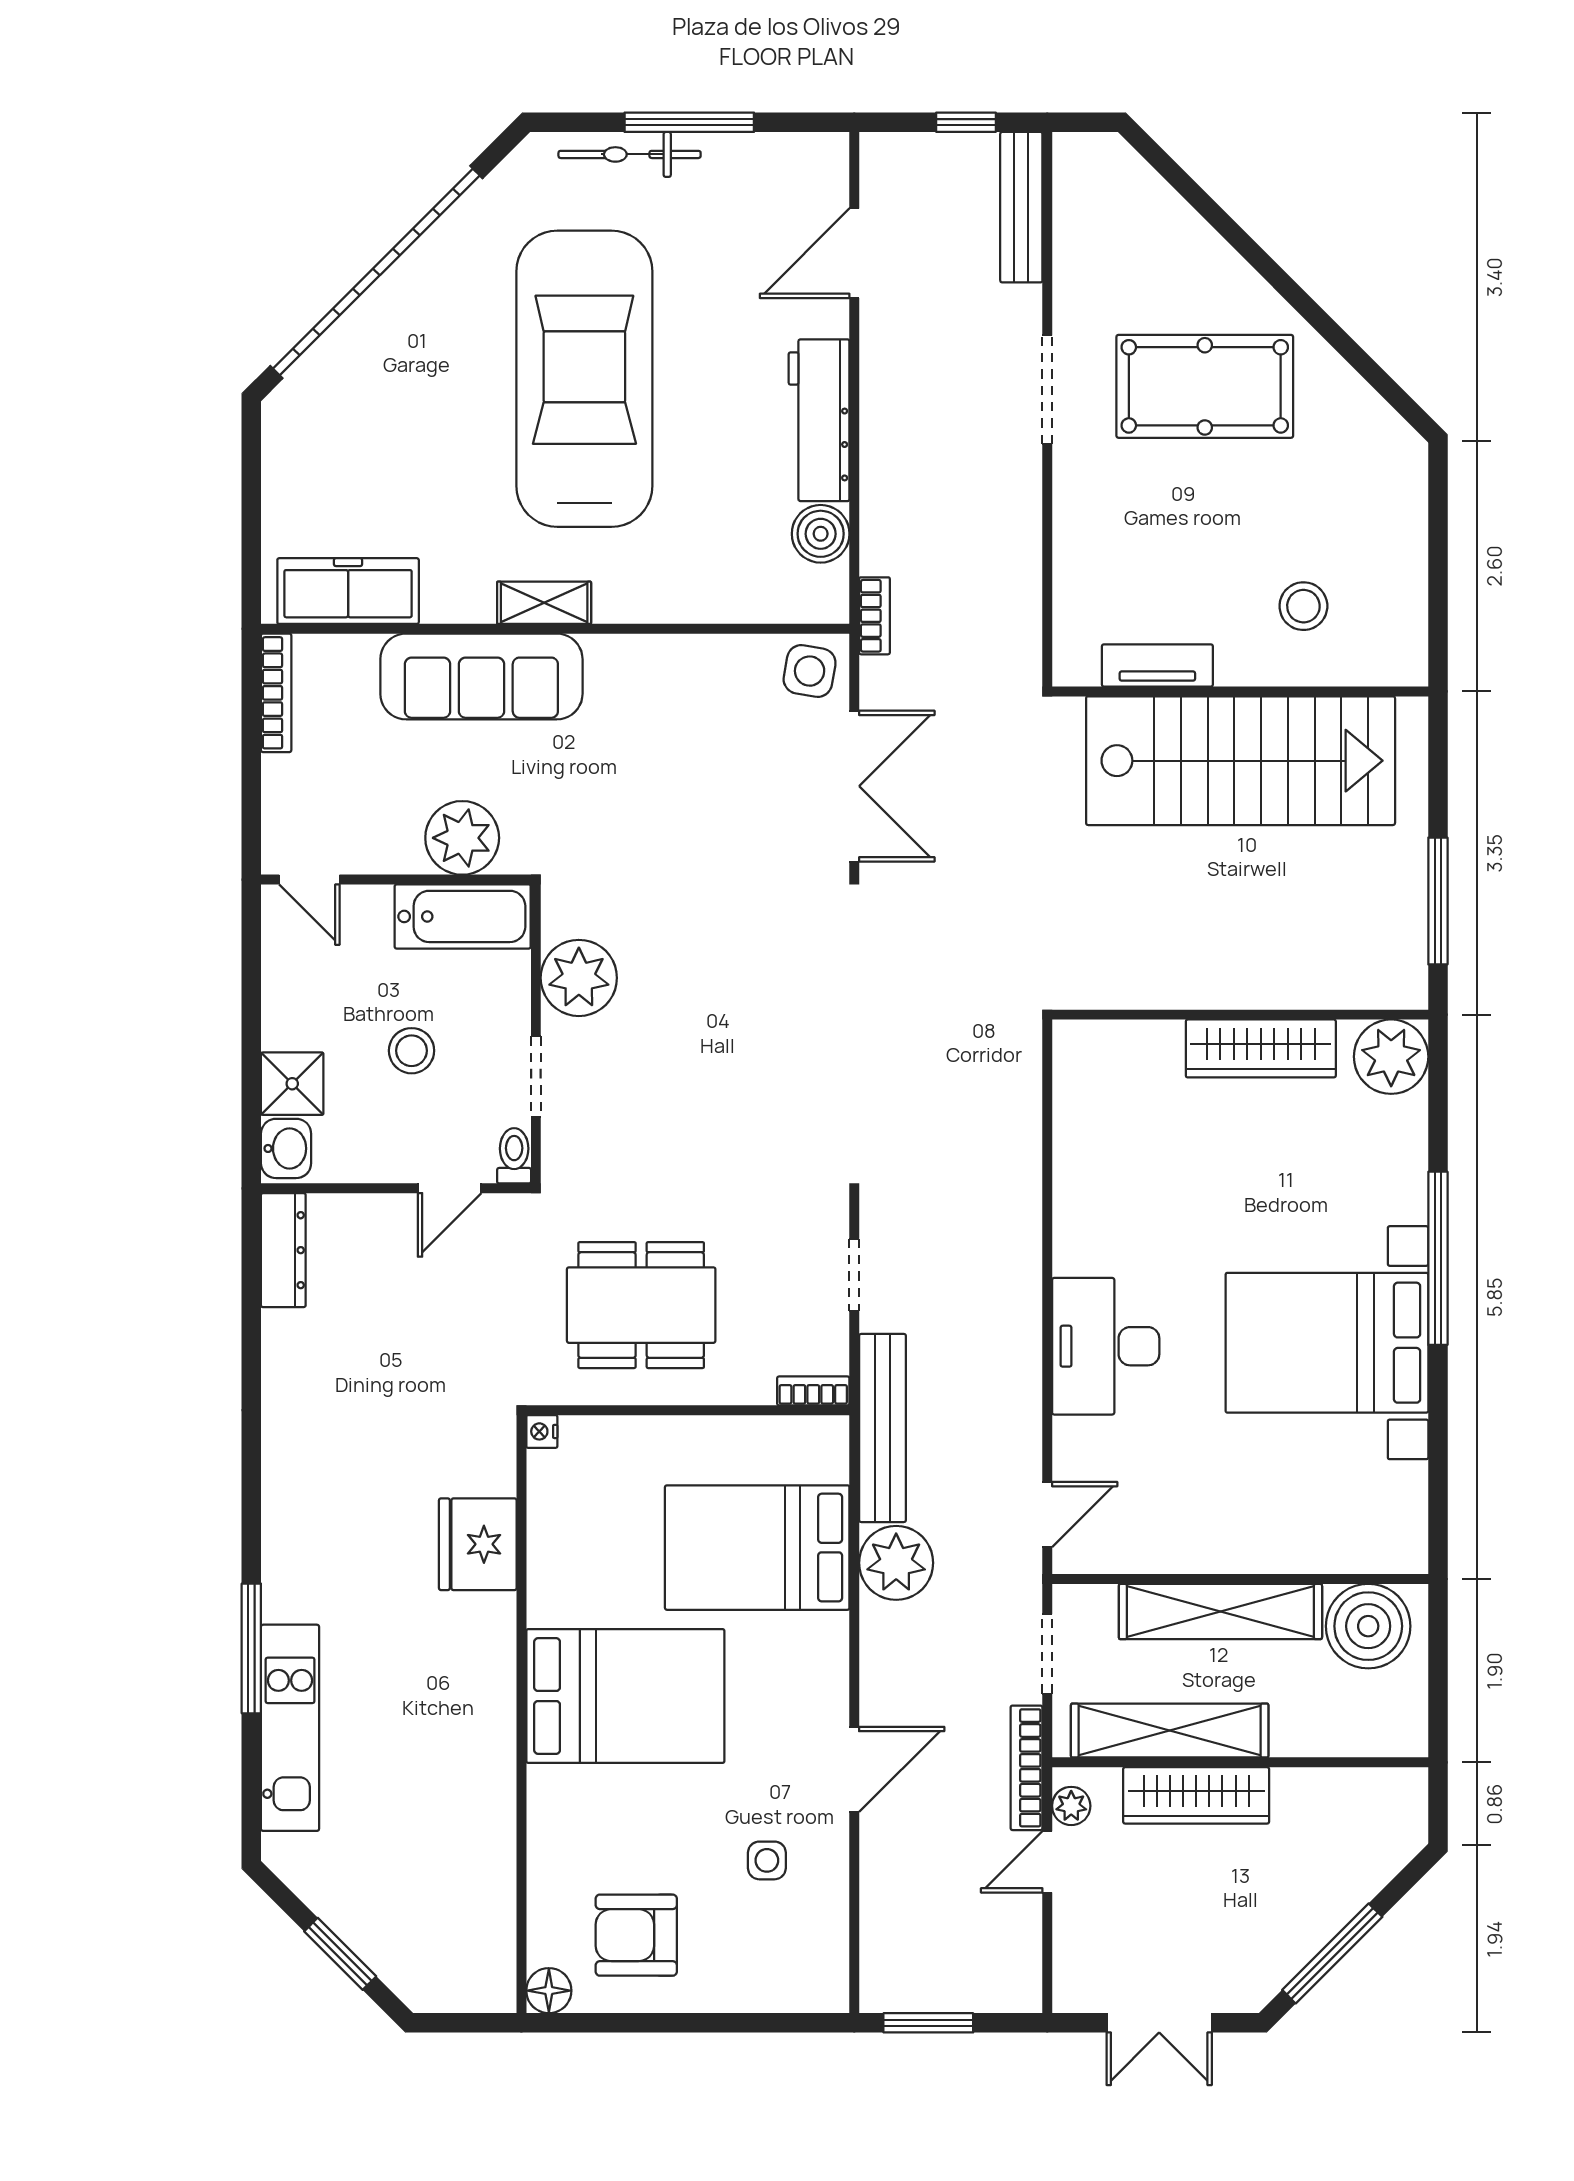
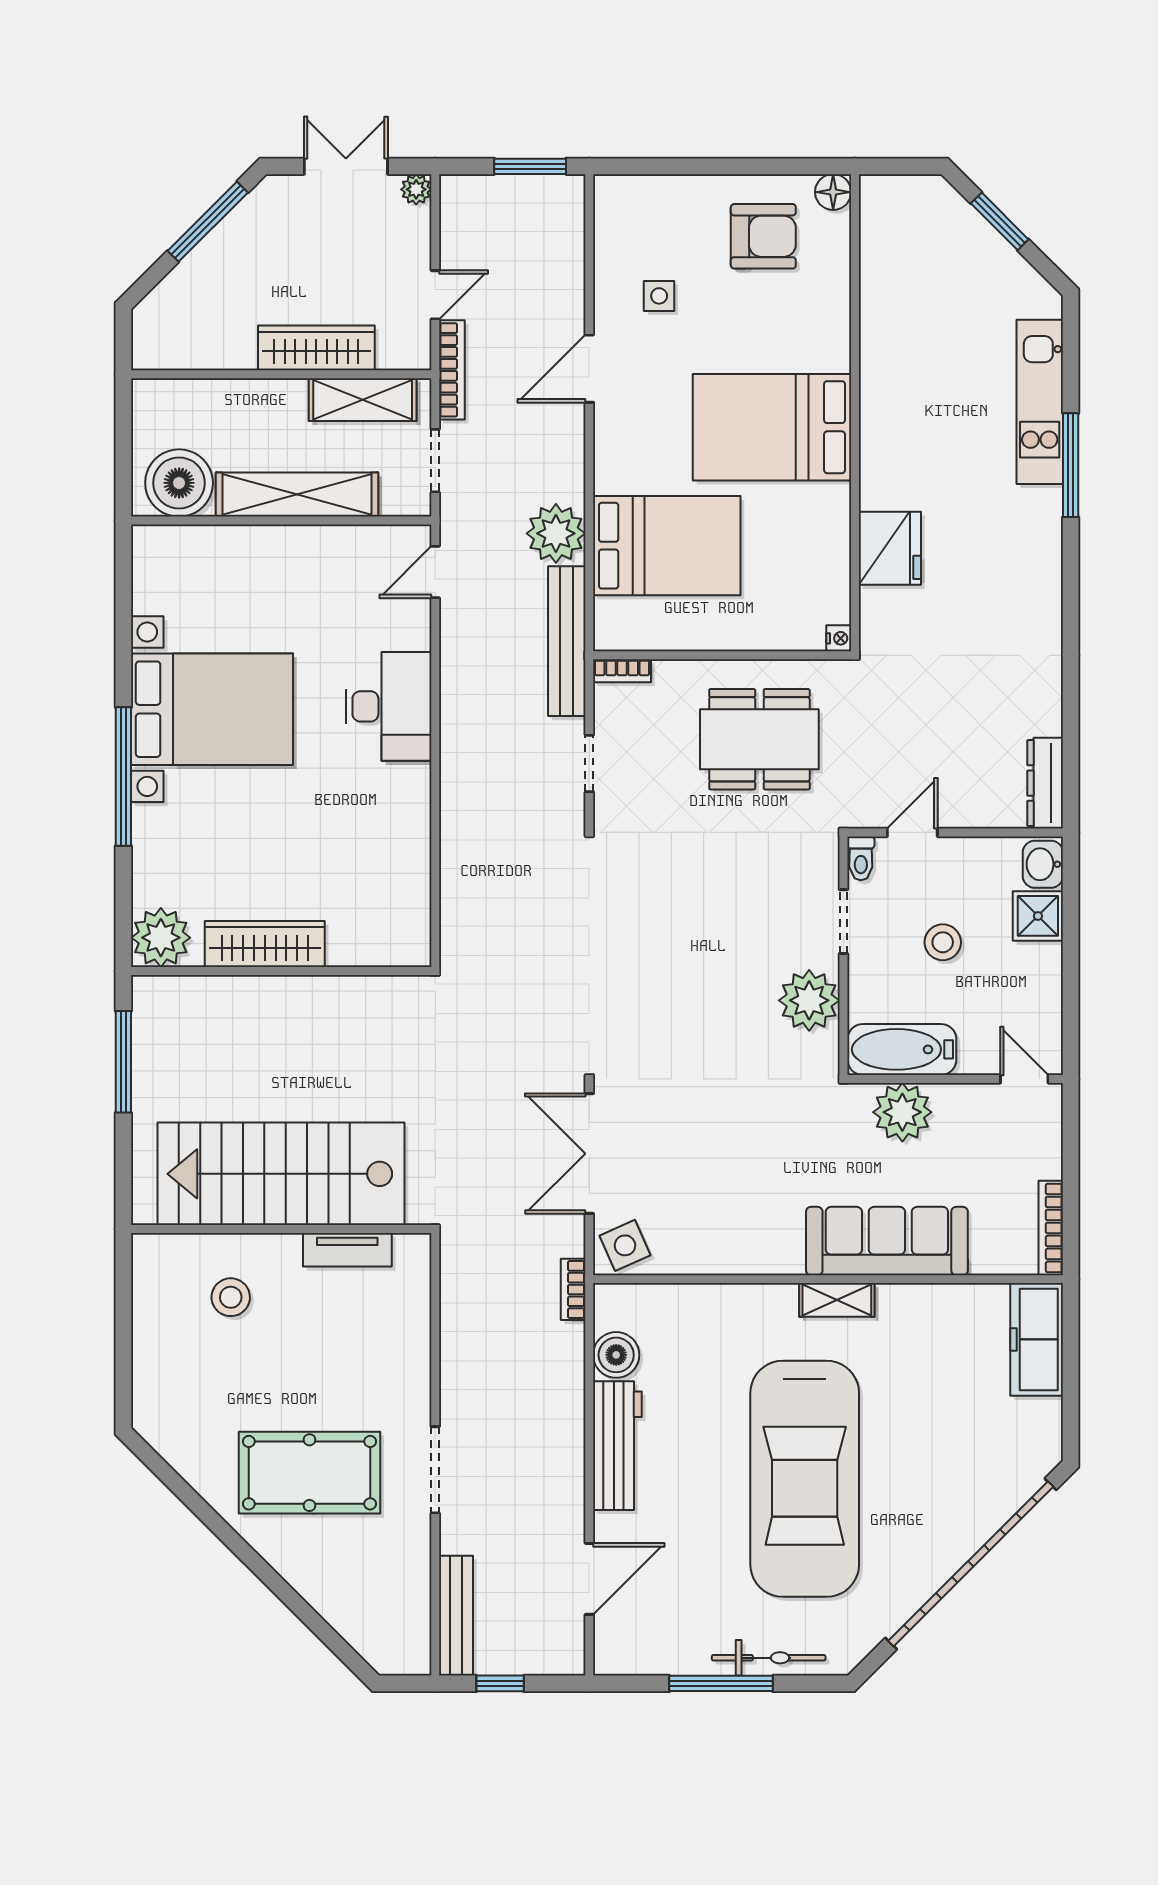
freezer: (348, 591) -> (1037, 1339), moved, turned 90
side table: (810, 671) -> (625, 1245), turned -34
shelving: (1170, 1731) -> (363, 400), width x0.68
plant: (1071, 1806) -> (416, 189), moved

